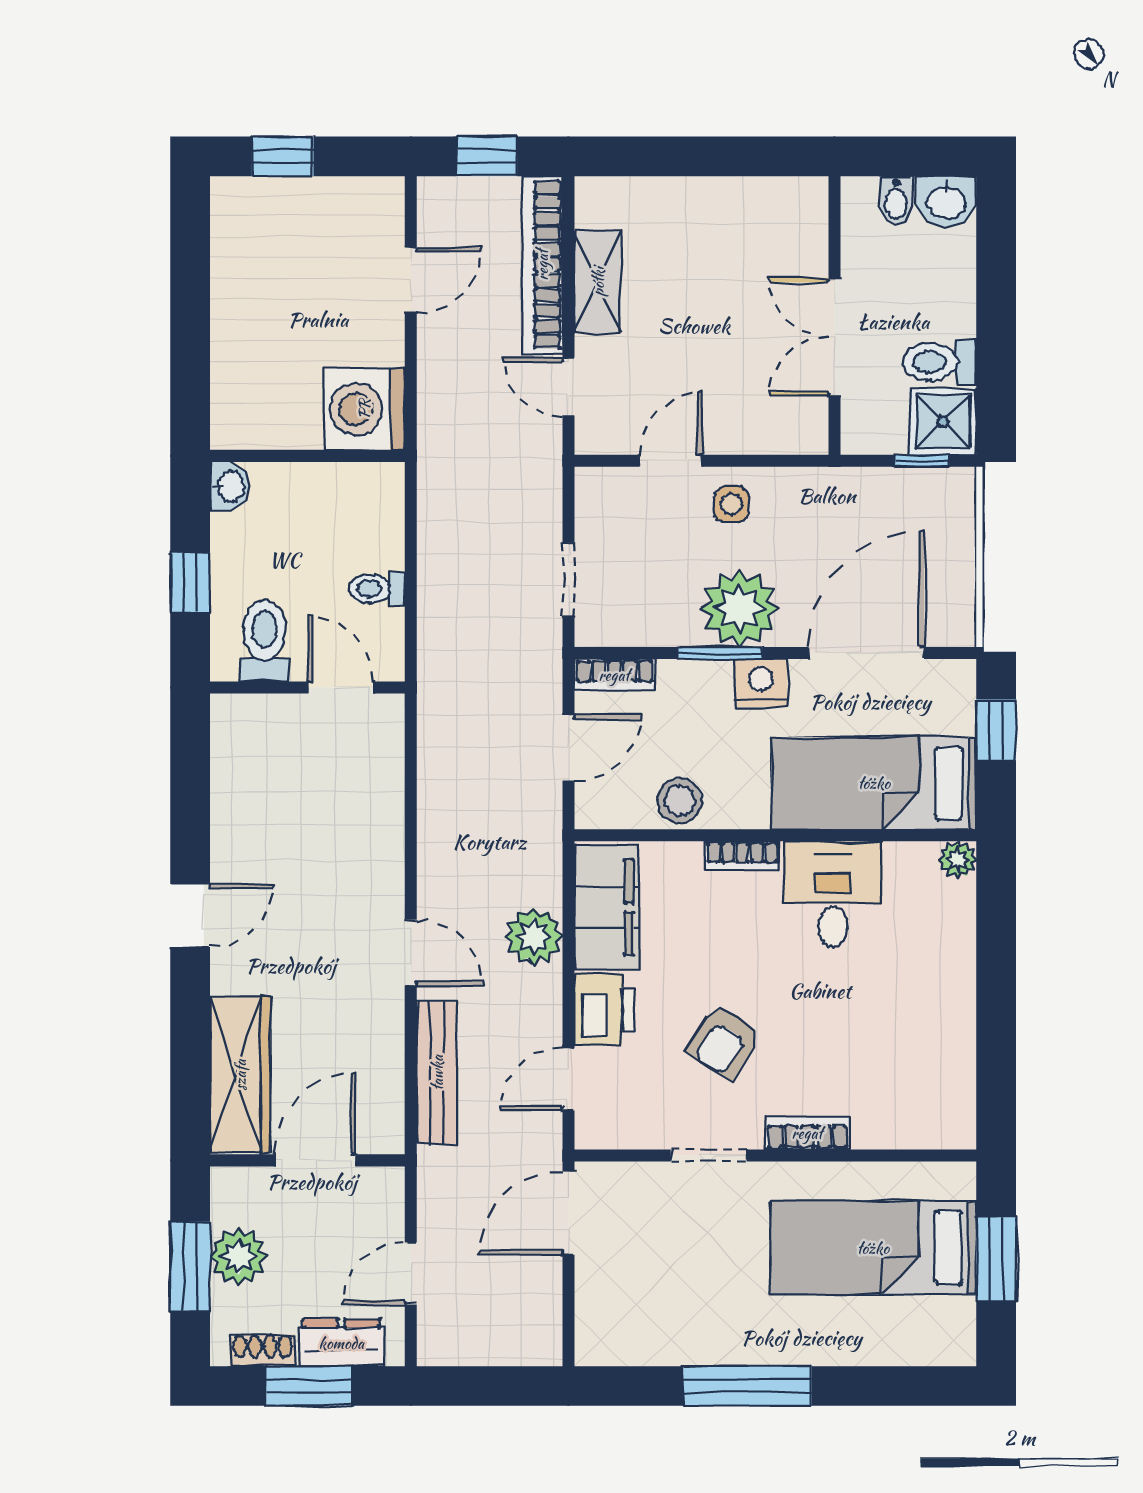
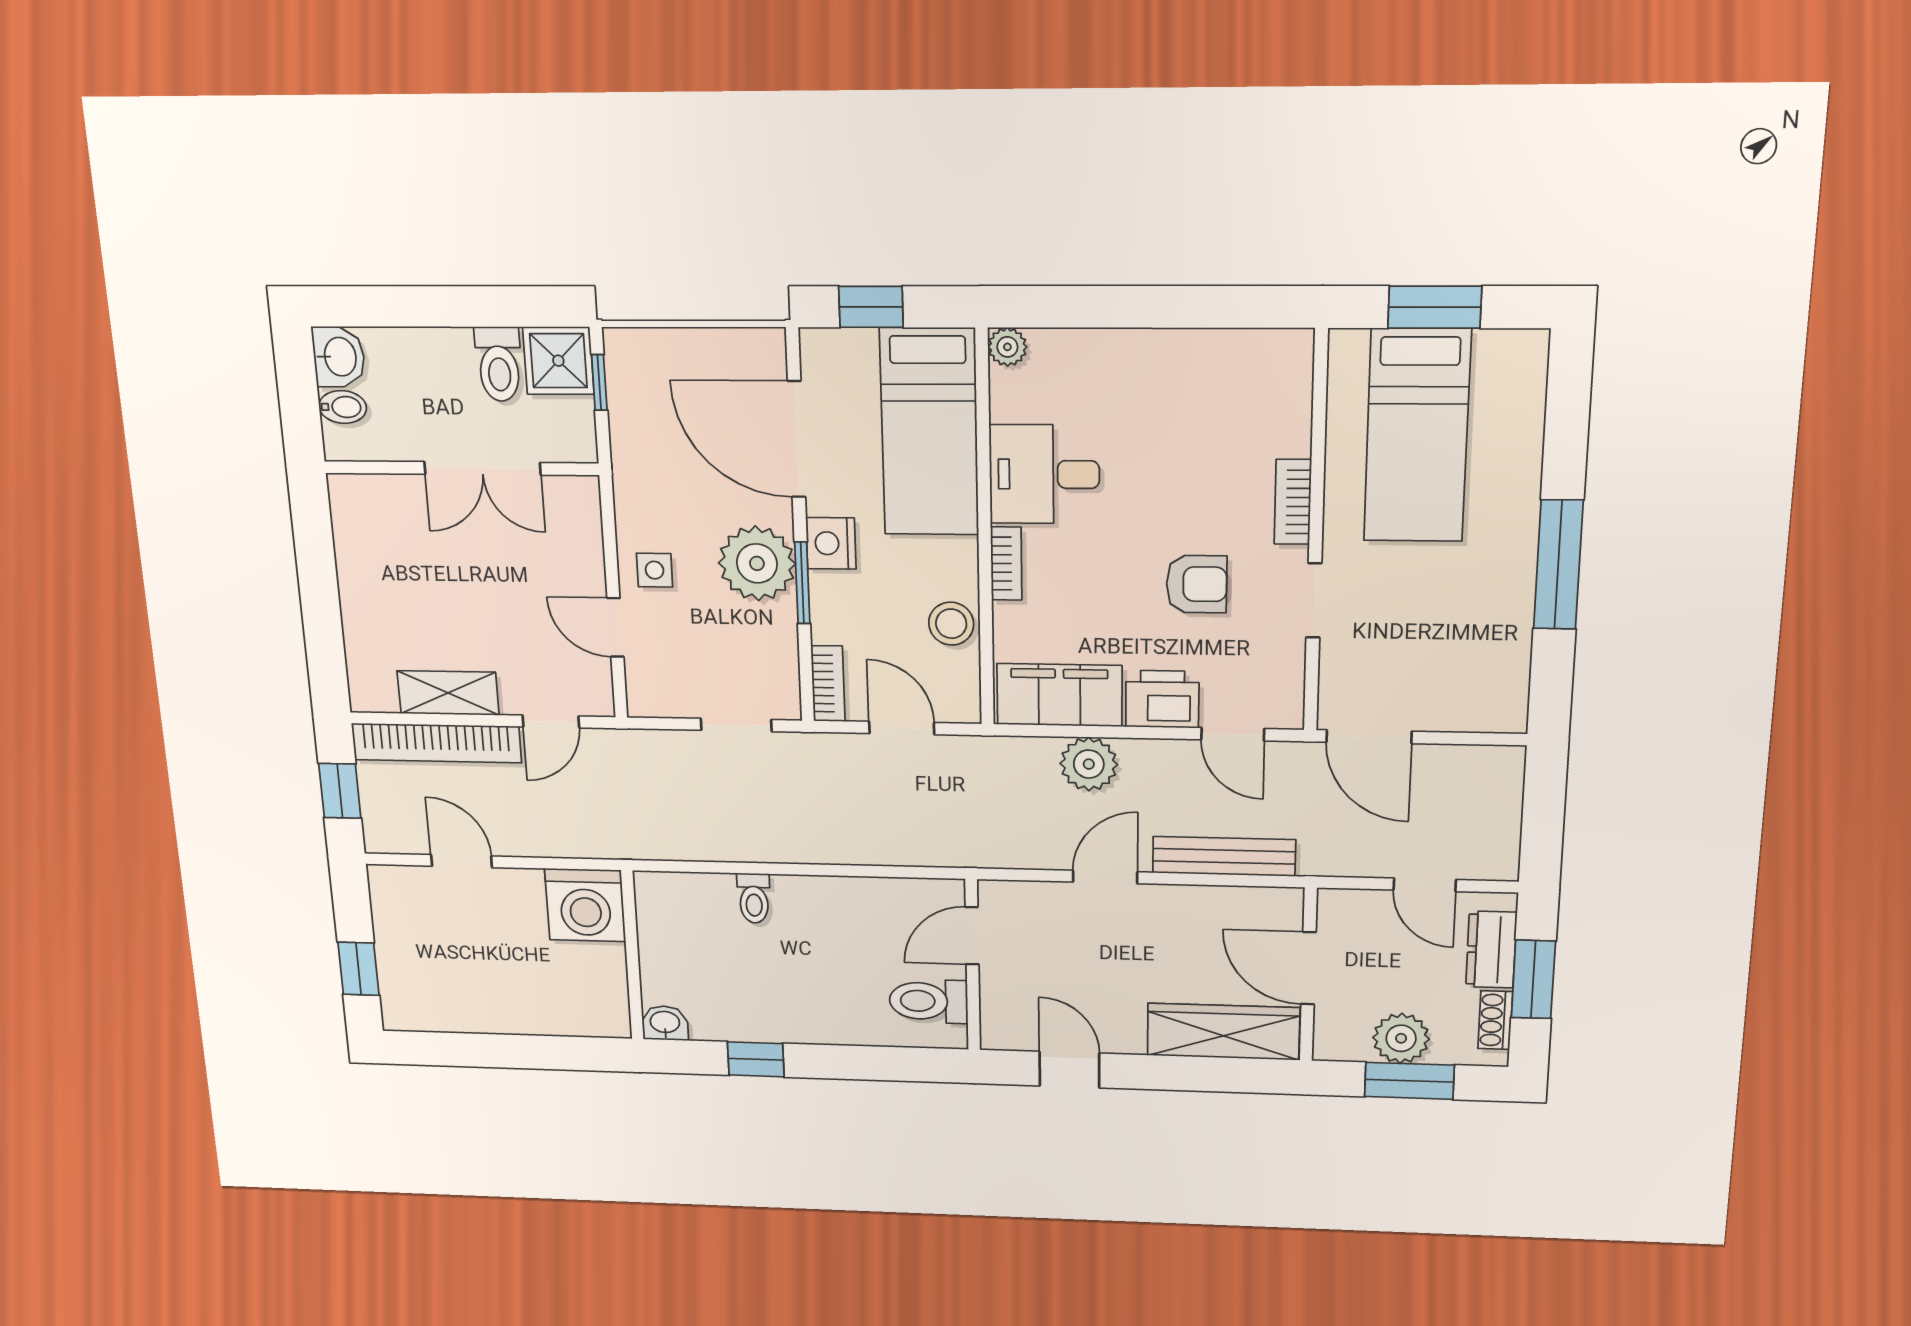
toilet: (265, 641) -> (929, 1001), moved
wall: (307, 687) -> (973, 965), moved
door: (341, 687) -> (972, 936), moved
armchair: (724, 1042) -> (1197, 584), turned -32

